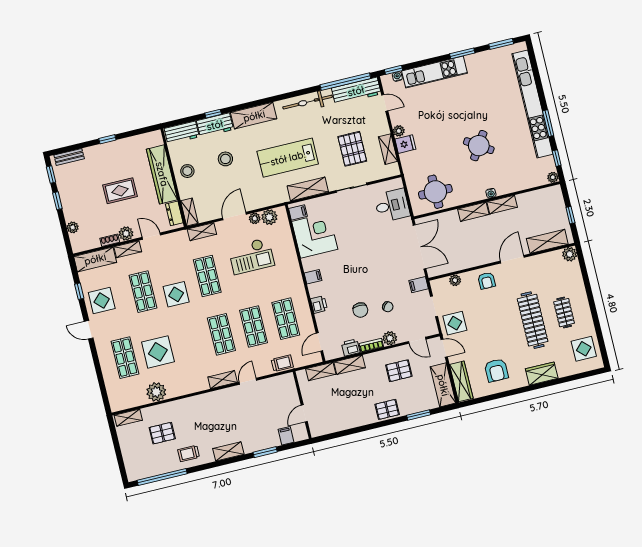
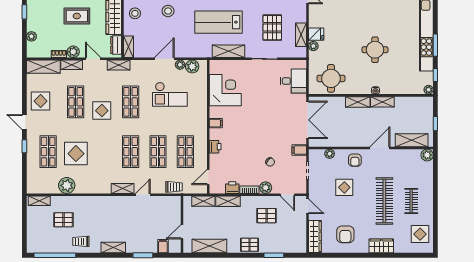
plant: (399, 131) -> (313, 46), moved
round table: (479, 146) -> (375, 50), turned -33
filing cabinet: (298, 212) -> (216, 68), removed
shelving: (202, 232) -> (119, 65), moved
window: (79, 291) -> (24, 146), moved
chair: (360, 310) -> (247, 159), removed
display table: (455, 323) -> (344, 187), moved
shelving: (443, 385) -> (209, 246), moved, turned 90

